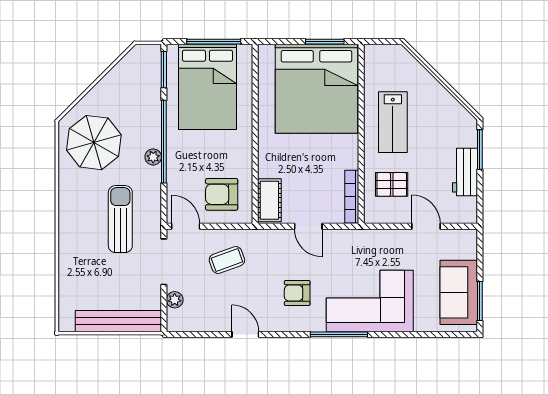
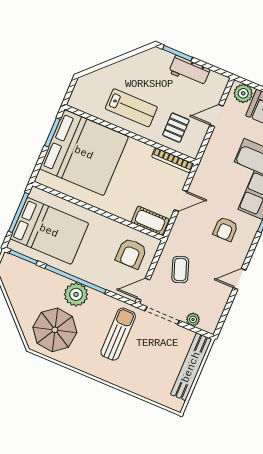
plant: (153, 157) -> (76, 294), width x1.87, depth x1.87
sun lounger: (120, 219) -> (118, 334), turned 90
plant: (465, 247) -> (243, 93), added

